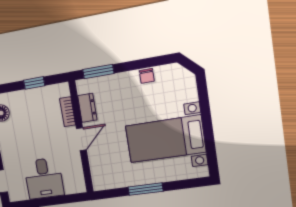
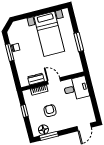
window: (98, 72) -> (10, 52), moved
armchair: (32, 127) -> (50, 111), added
desk: (44, 178) -> (76, 88), moved

